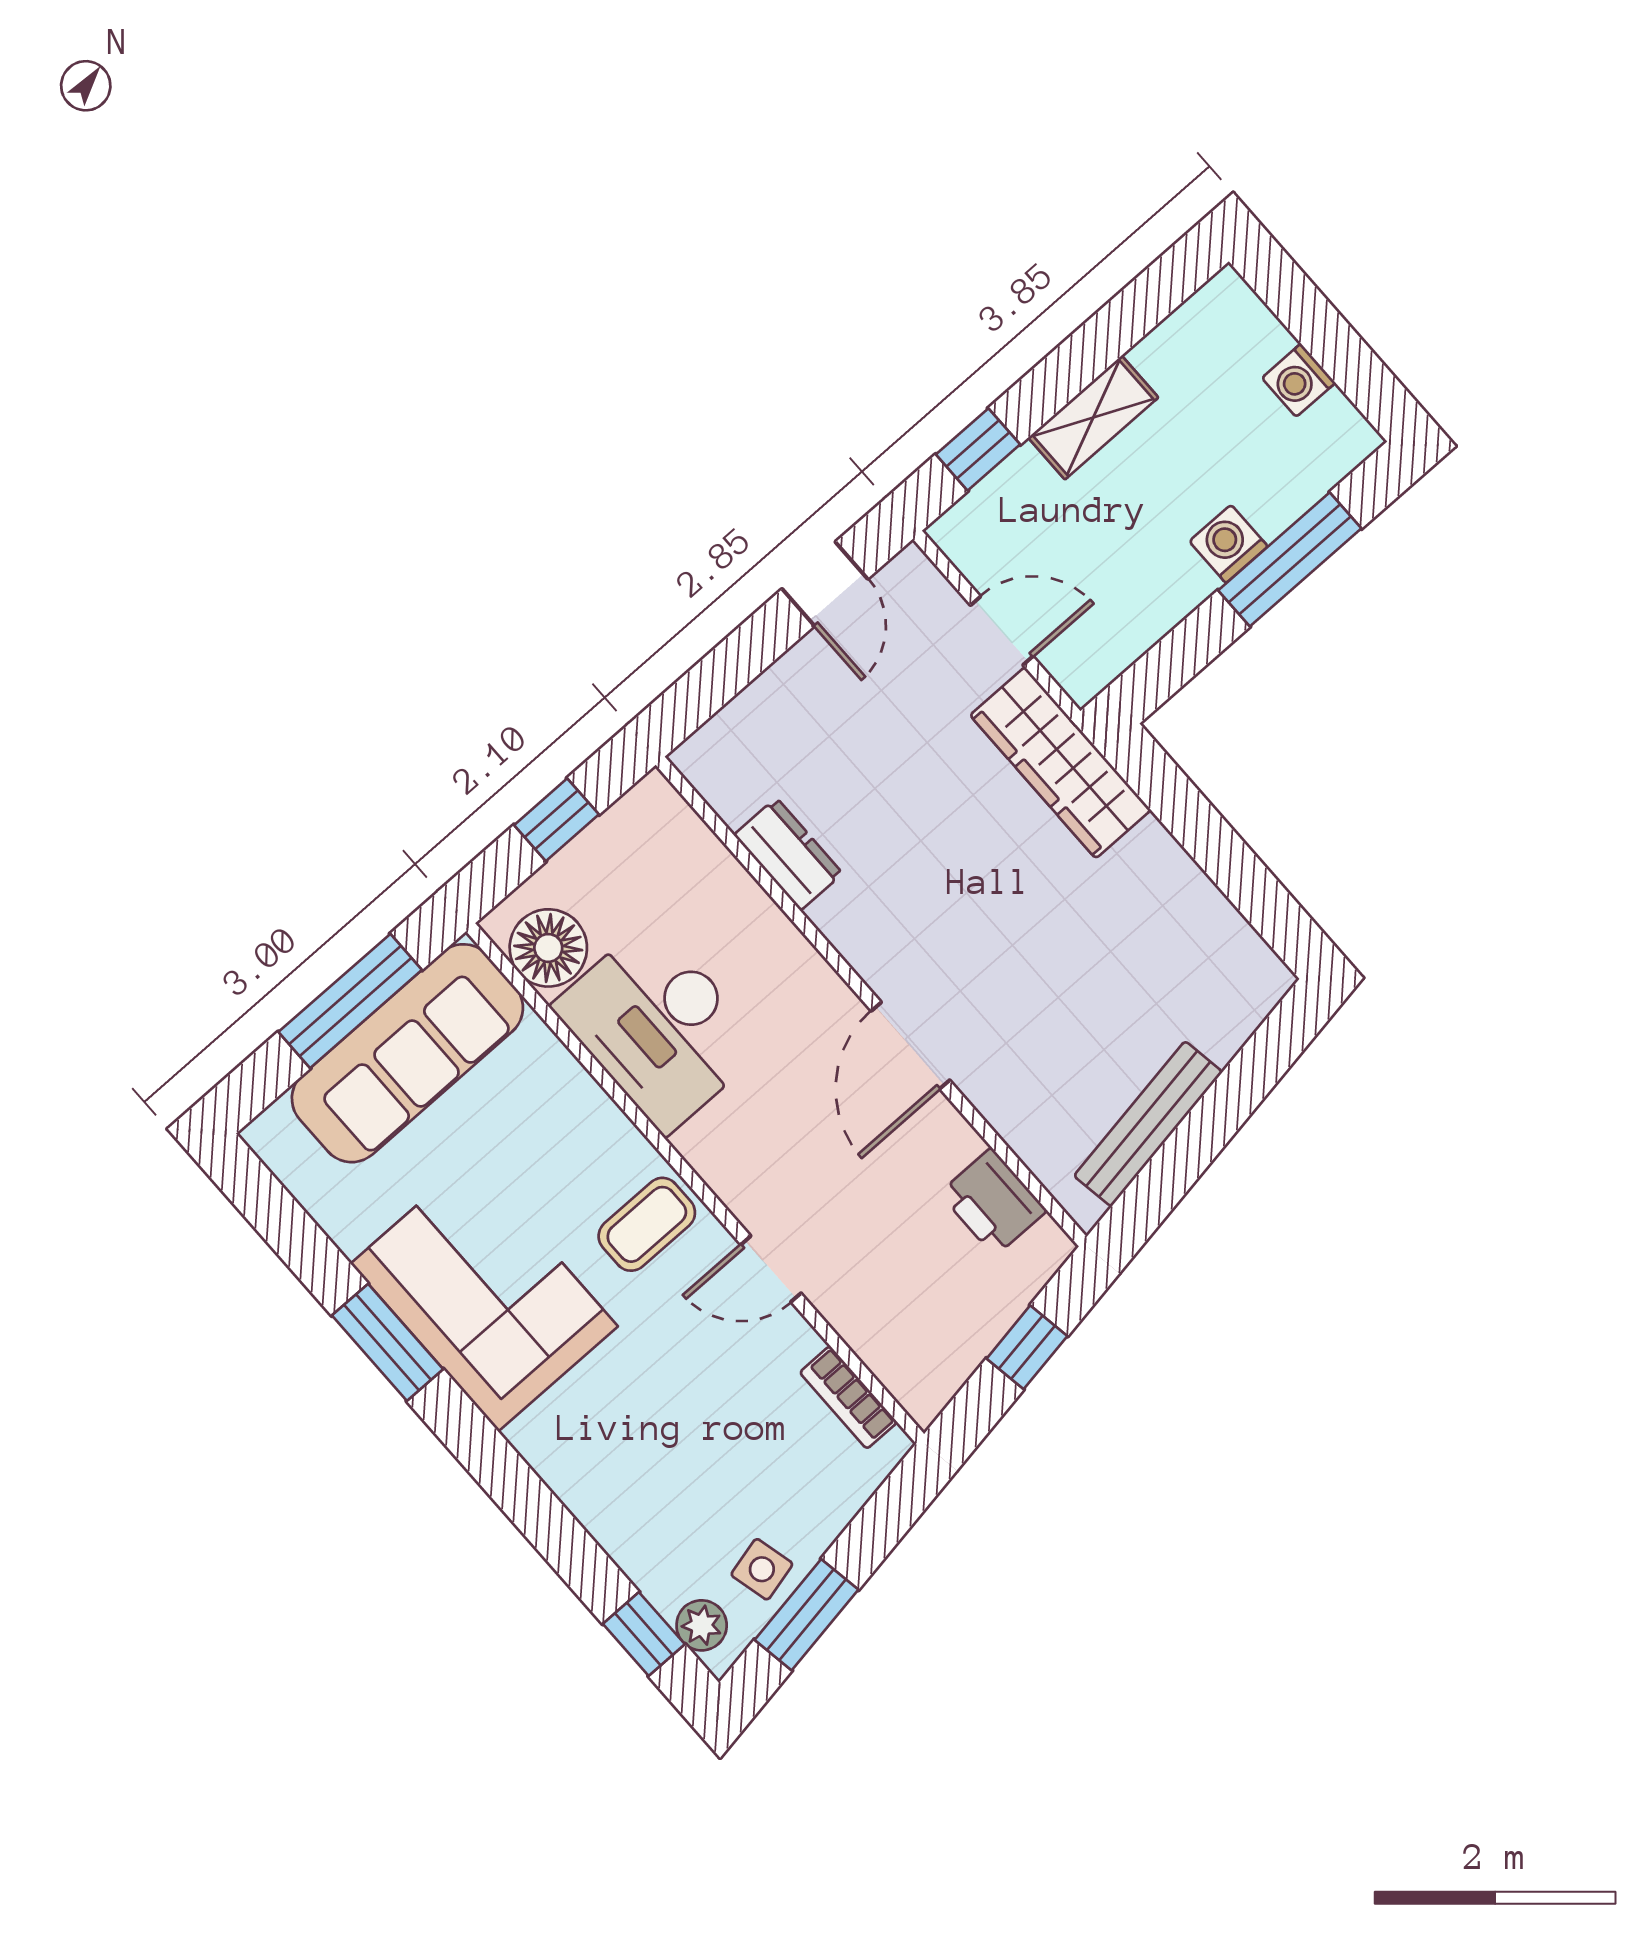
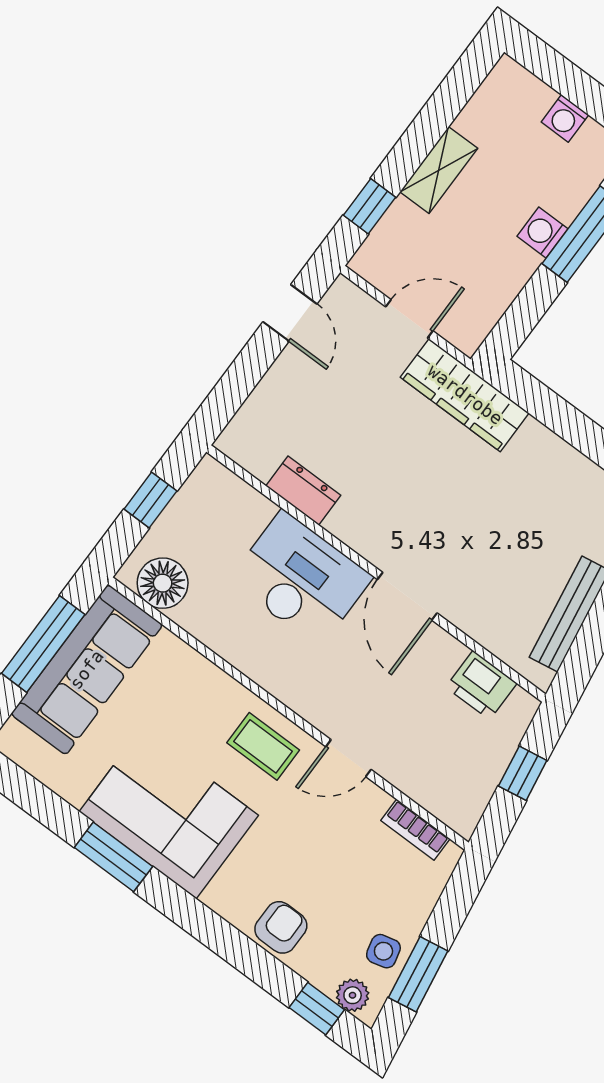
desk: (659, 1027) -> (301, 579), moved, turned 180
coffee table: (647, 1224) -> (263, 746), turned 90
armchair: (616, 1501) -> (281, 927), added

